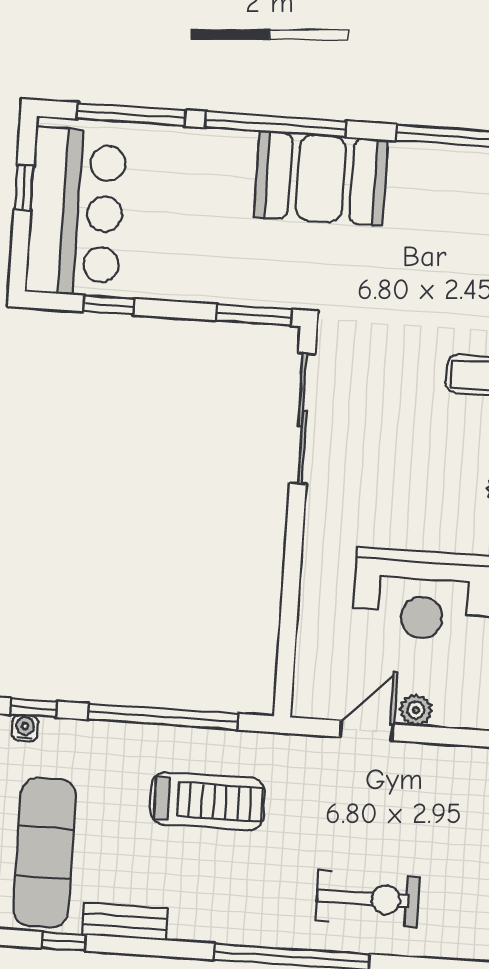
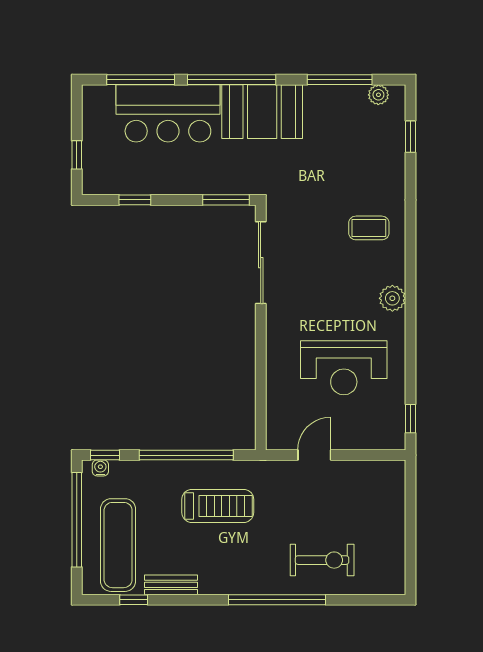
window: (24, 187) -> (77, 155), moved
bar counter: (76, 212) -> (168, 113), moved, turned 90
plant: (416, 710) -> (344, 440), removed

